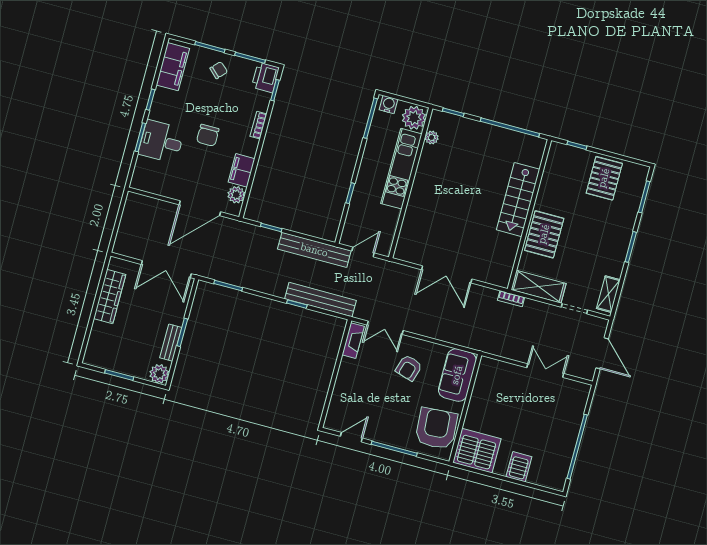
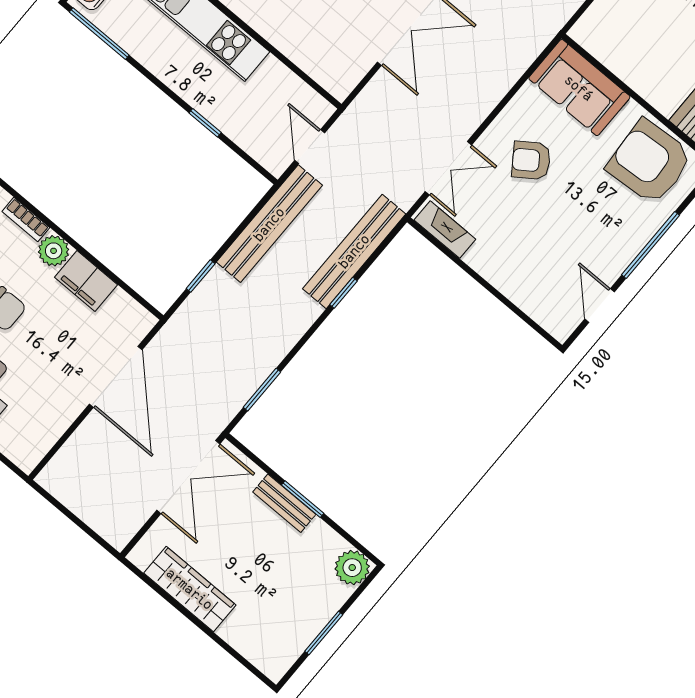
plant: (236, 195) -> (54, 251), moved
bench: (171, 343) -> (284, 503), moved
armchair: (409, 368) -> (531, 160), turned 128

